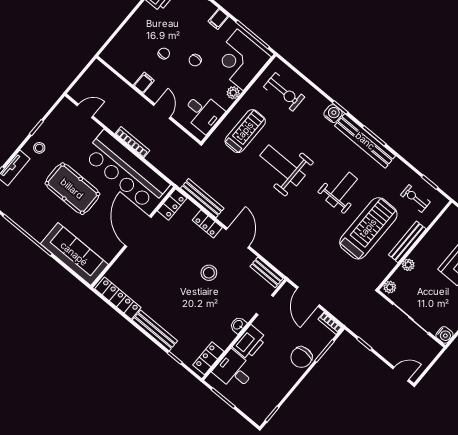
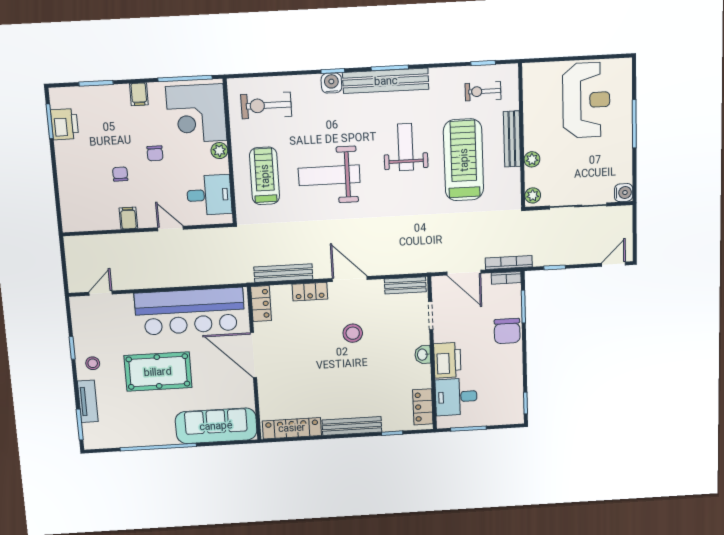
exercise bike: (284, 92) -> (266, 105), turned 180
bookcase: (132, 142) -> (509, 262), moved

